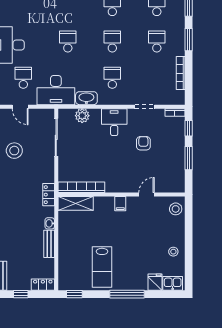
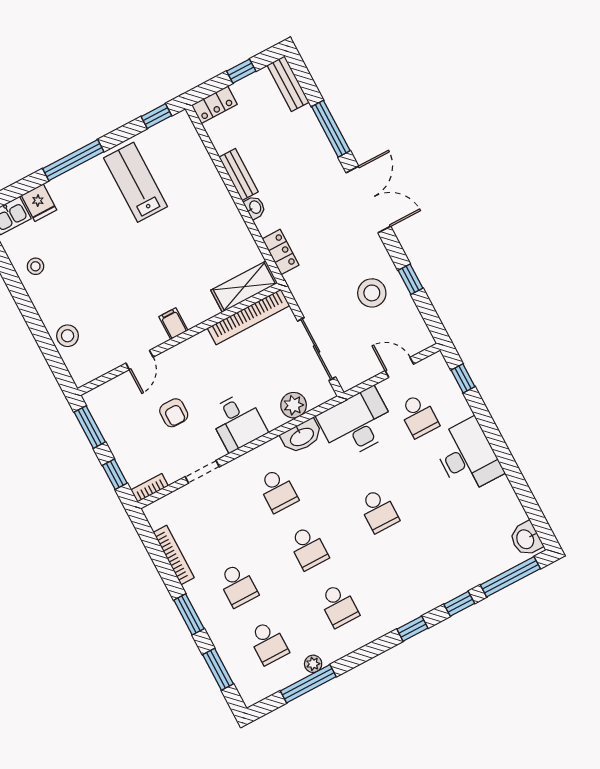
bookcase: (81, 187) -> (249, 317), moved
wall: (121, 194) -> (179, 339), moved
door: (147, 194) -> (139, 360), moved
shelving: (76, 203) -> (244, 287), moved
filing cabinet: (120, 204) -> (173, 324), moved

